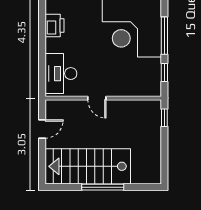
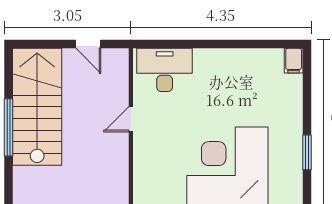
printer: (55, 25) -> (231, 61), removed

